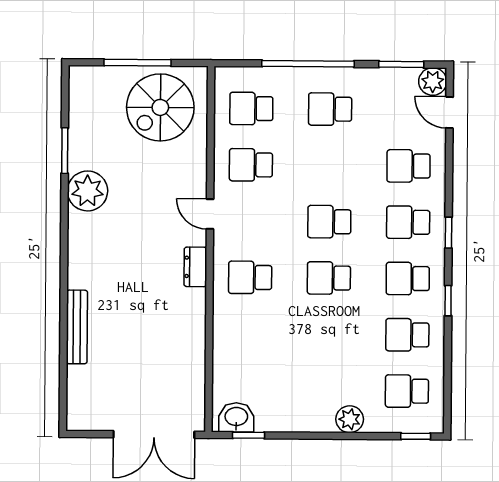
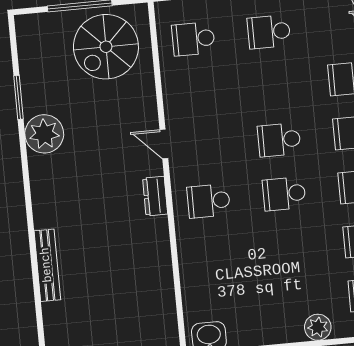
school desk: (251, 165) -> (198, 93), removed

